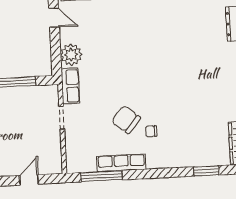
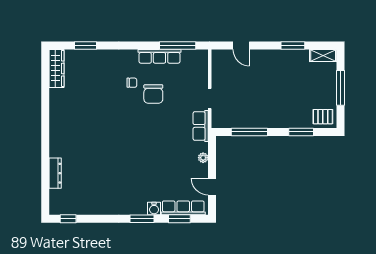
plant: (71, 55) -> (203, 158), width x0.53, depth x0.53
chair: (126, 120) -> (153, 94), turned 50
door: (29, 180) -> (241, 46), hinge flipped

